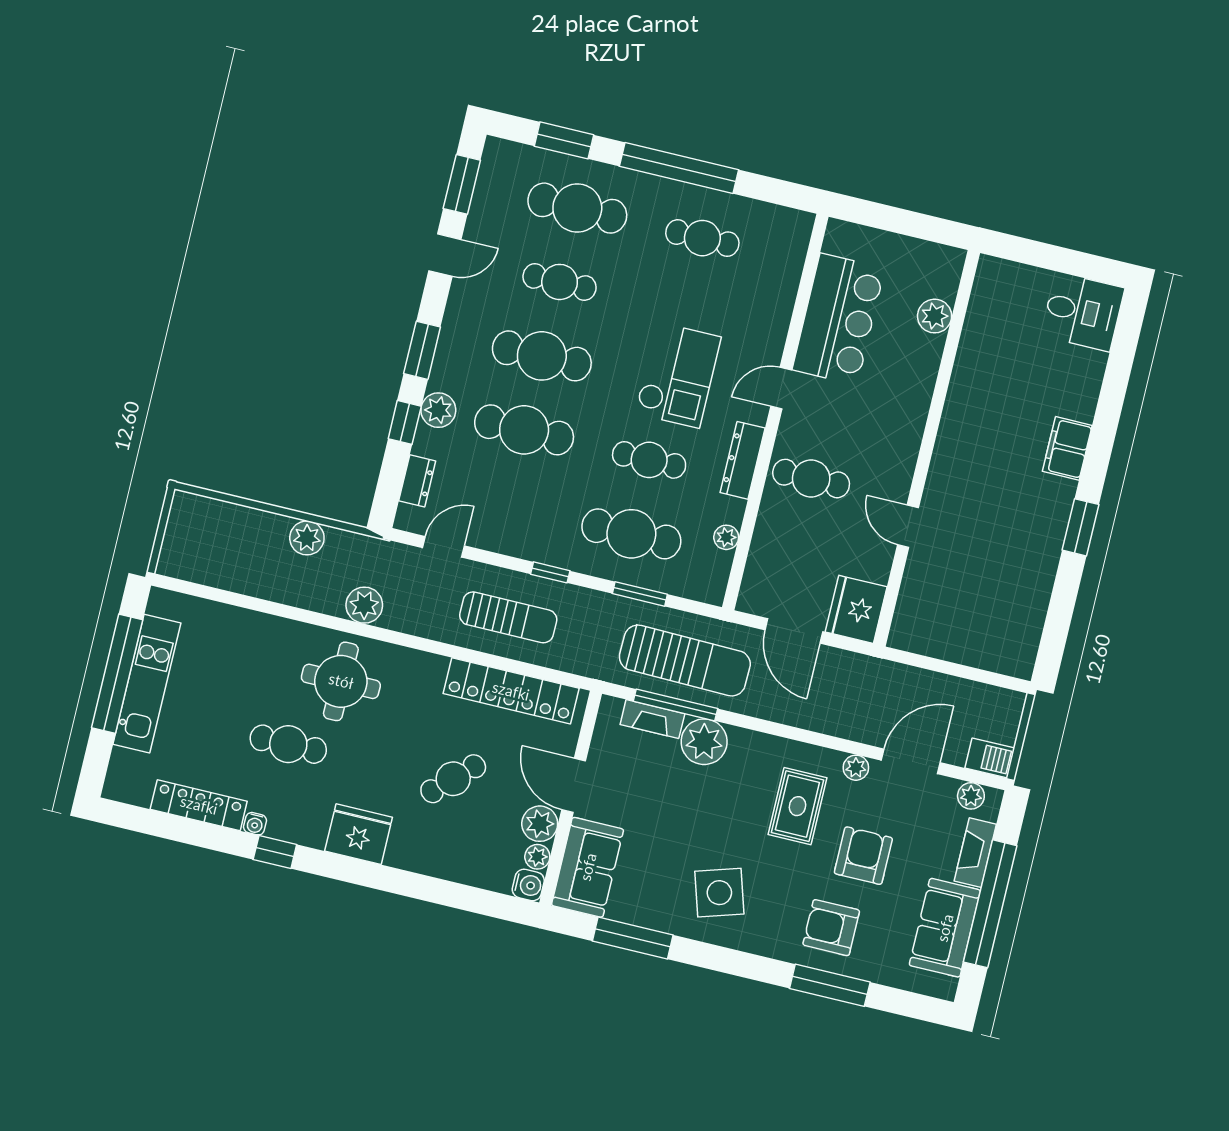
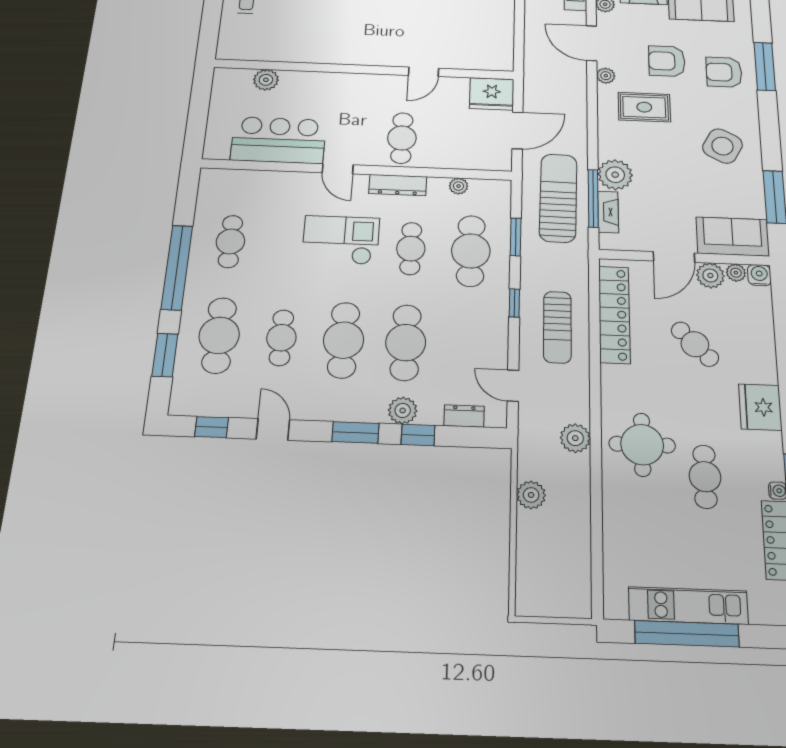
window: (462, 184) -> (212, 427), width x0.67
sun lounger: (508, 617) -> (557, 327), turned 180
side table: (719, 893) -> (722, 146), turned 45
armchair: (831, 928) -> (724, 72), turned 90

